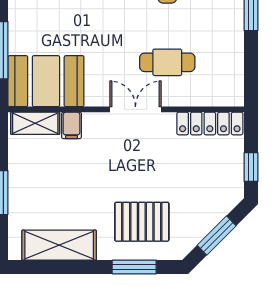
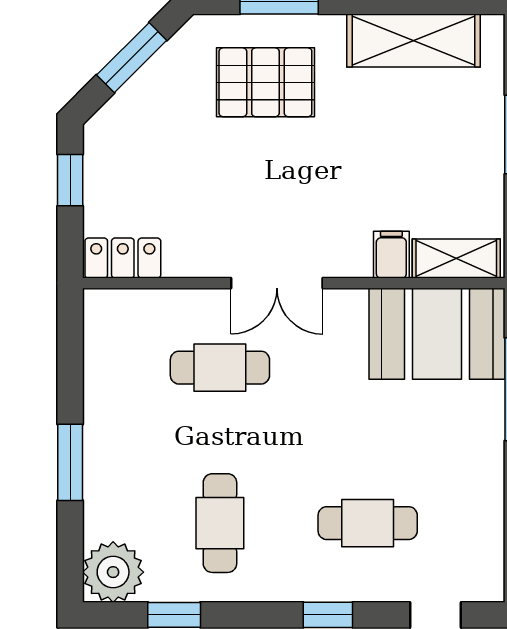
locker: (210, 124) -> (123, 258), width x0.66

